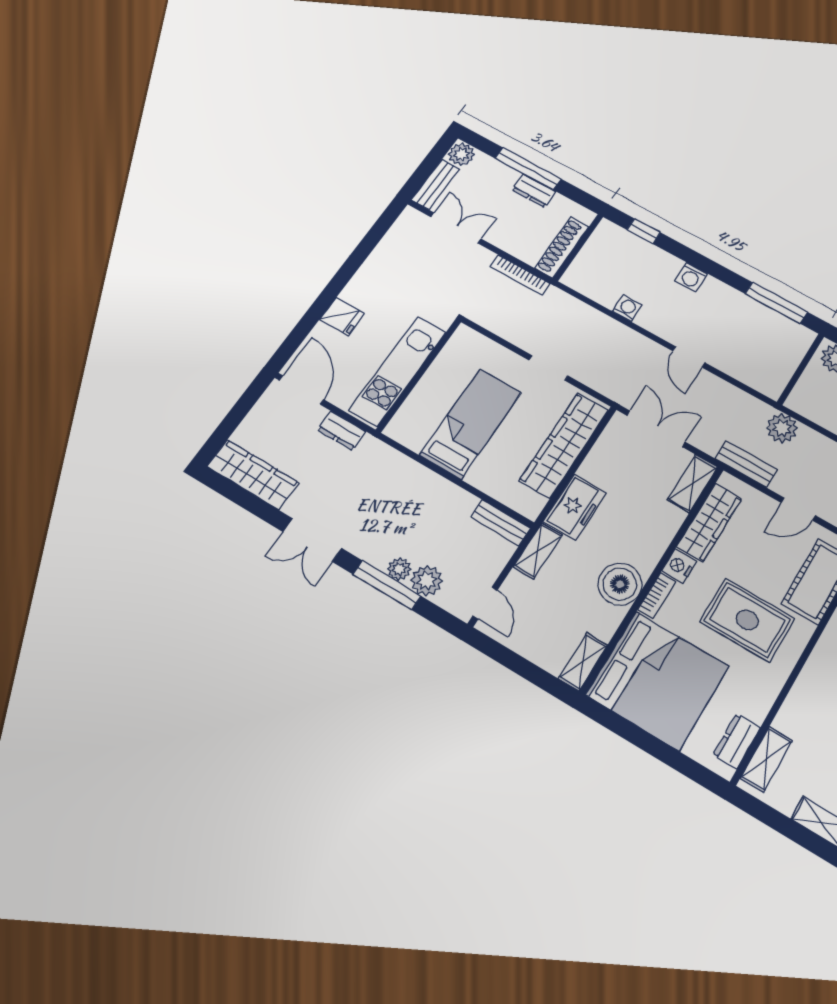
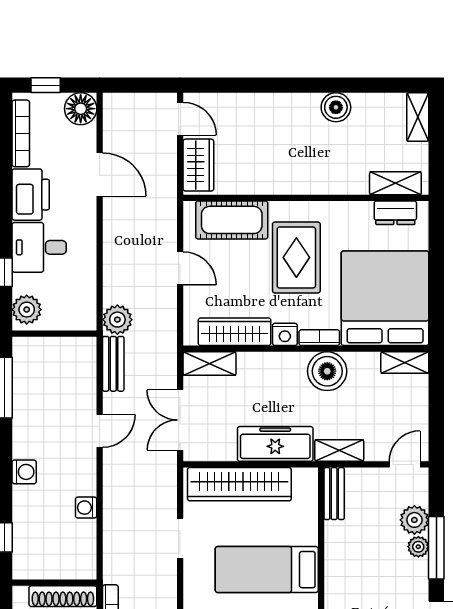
bench: (746, 464) -> (113, 364), moved
freezer: (575, 507) -> (275, 444), width x1.40

